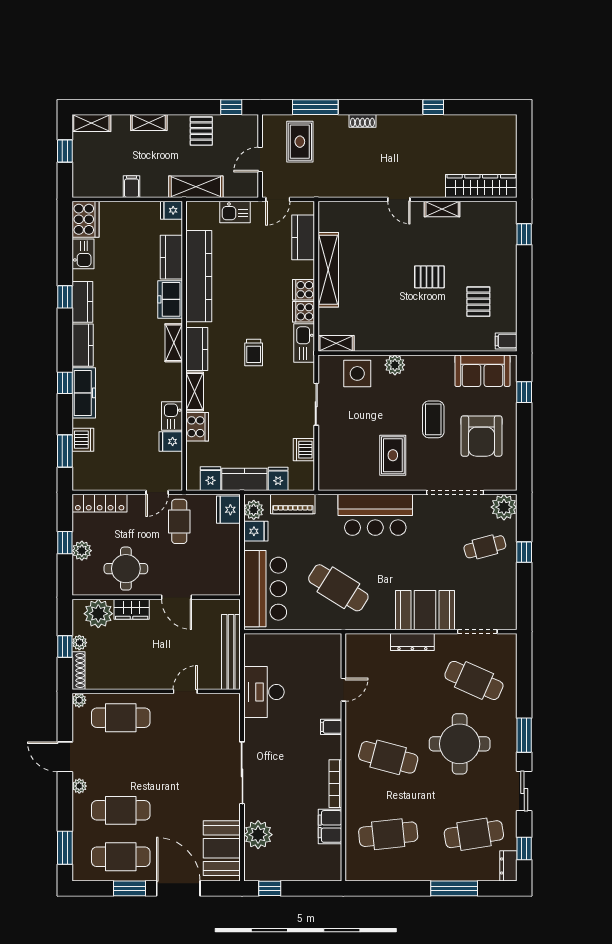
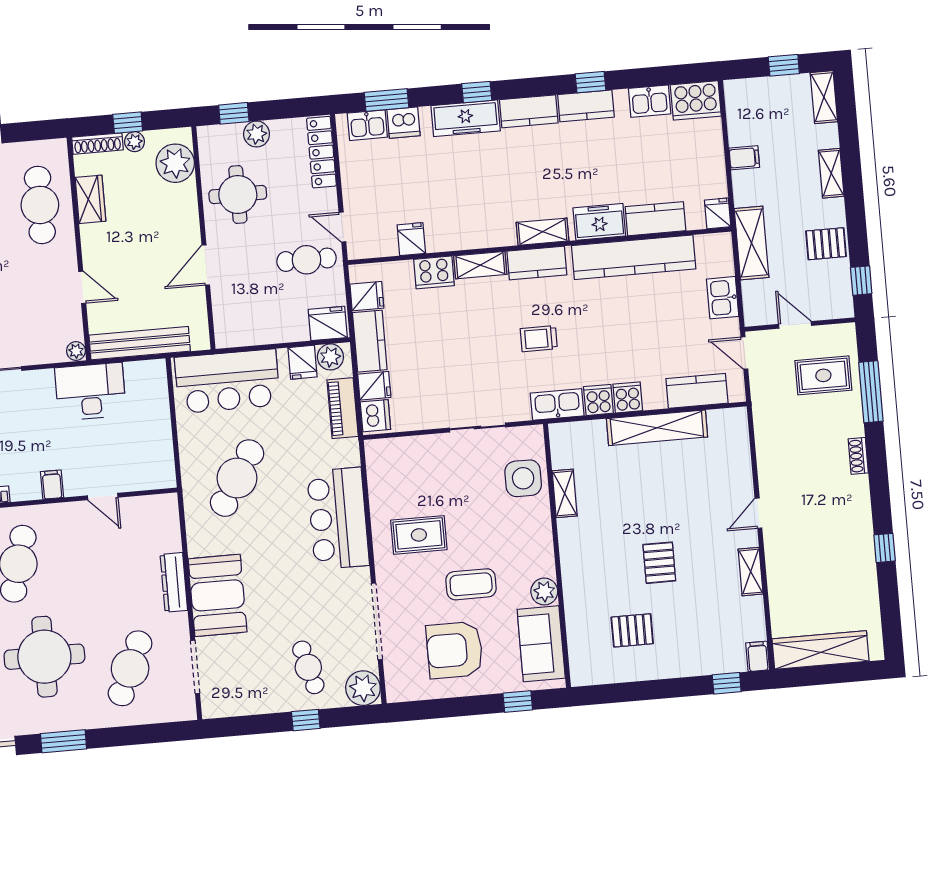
wardrobe: (481, 186) -> (820, 650), moved, turned -90
filing cabinet: (506, 341) -> (758, 656), moved
shelving: (336, 343) -> (565, 493), moved
plant: (395, 365) -> (544, 592), moved
kitchen sink: (172, 416) -> (367, 125), moved, turned 180
dishwasher: (304, 450) -> (375, 416), moved, turned 90
window: (65, 543) -> (234, 113), moved
wardrobe: (132, 609) -> (90, 199), moved, turned 180
plant: (79, 700) -> (76, 351), moved

